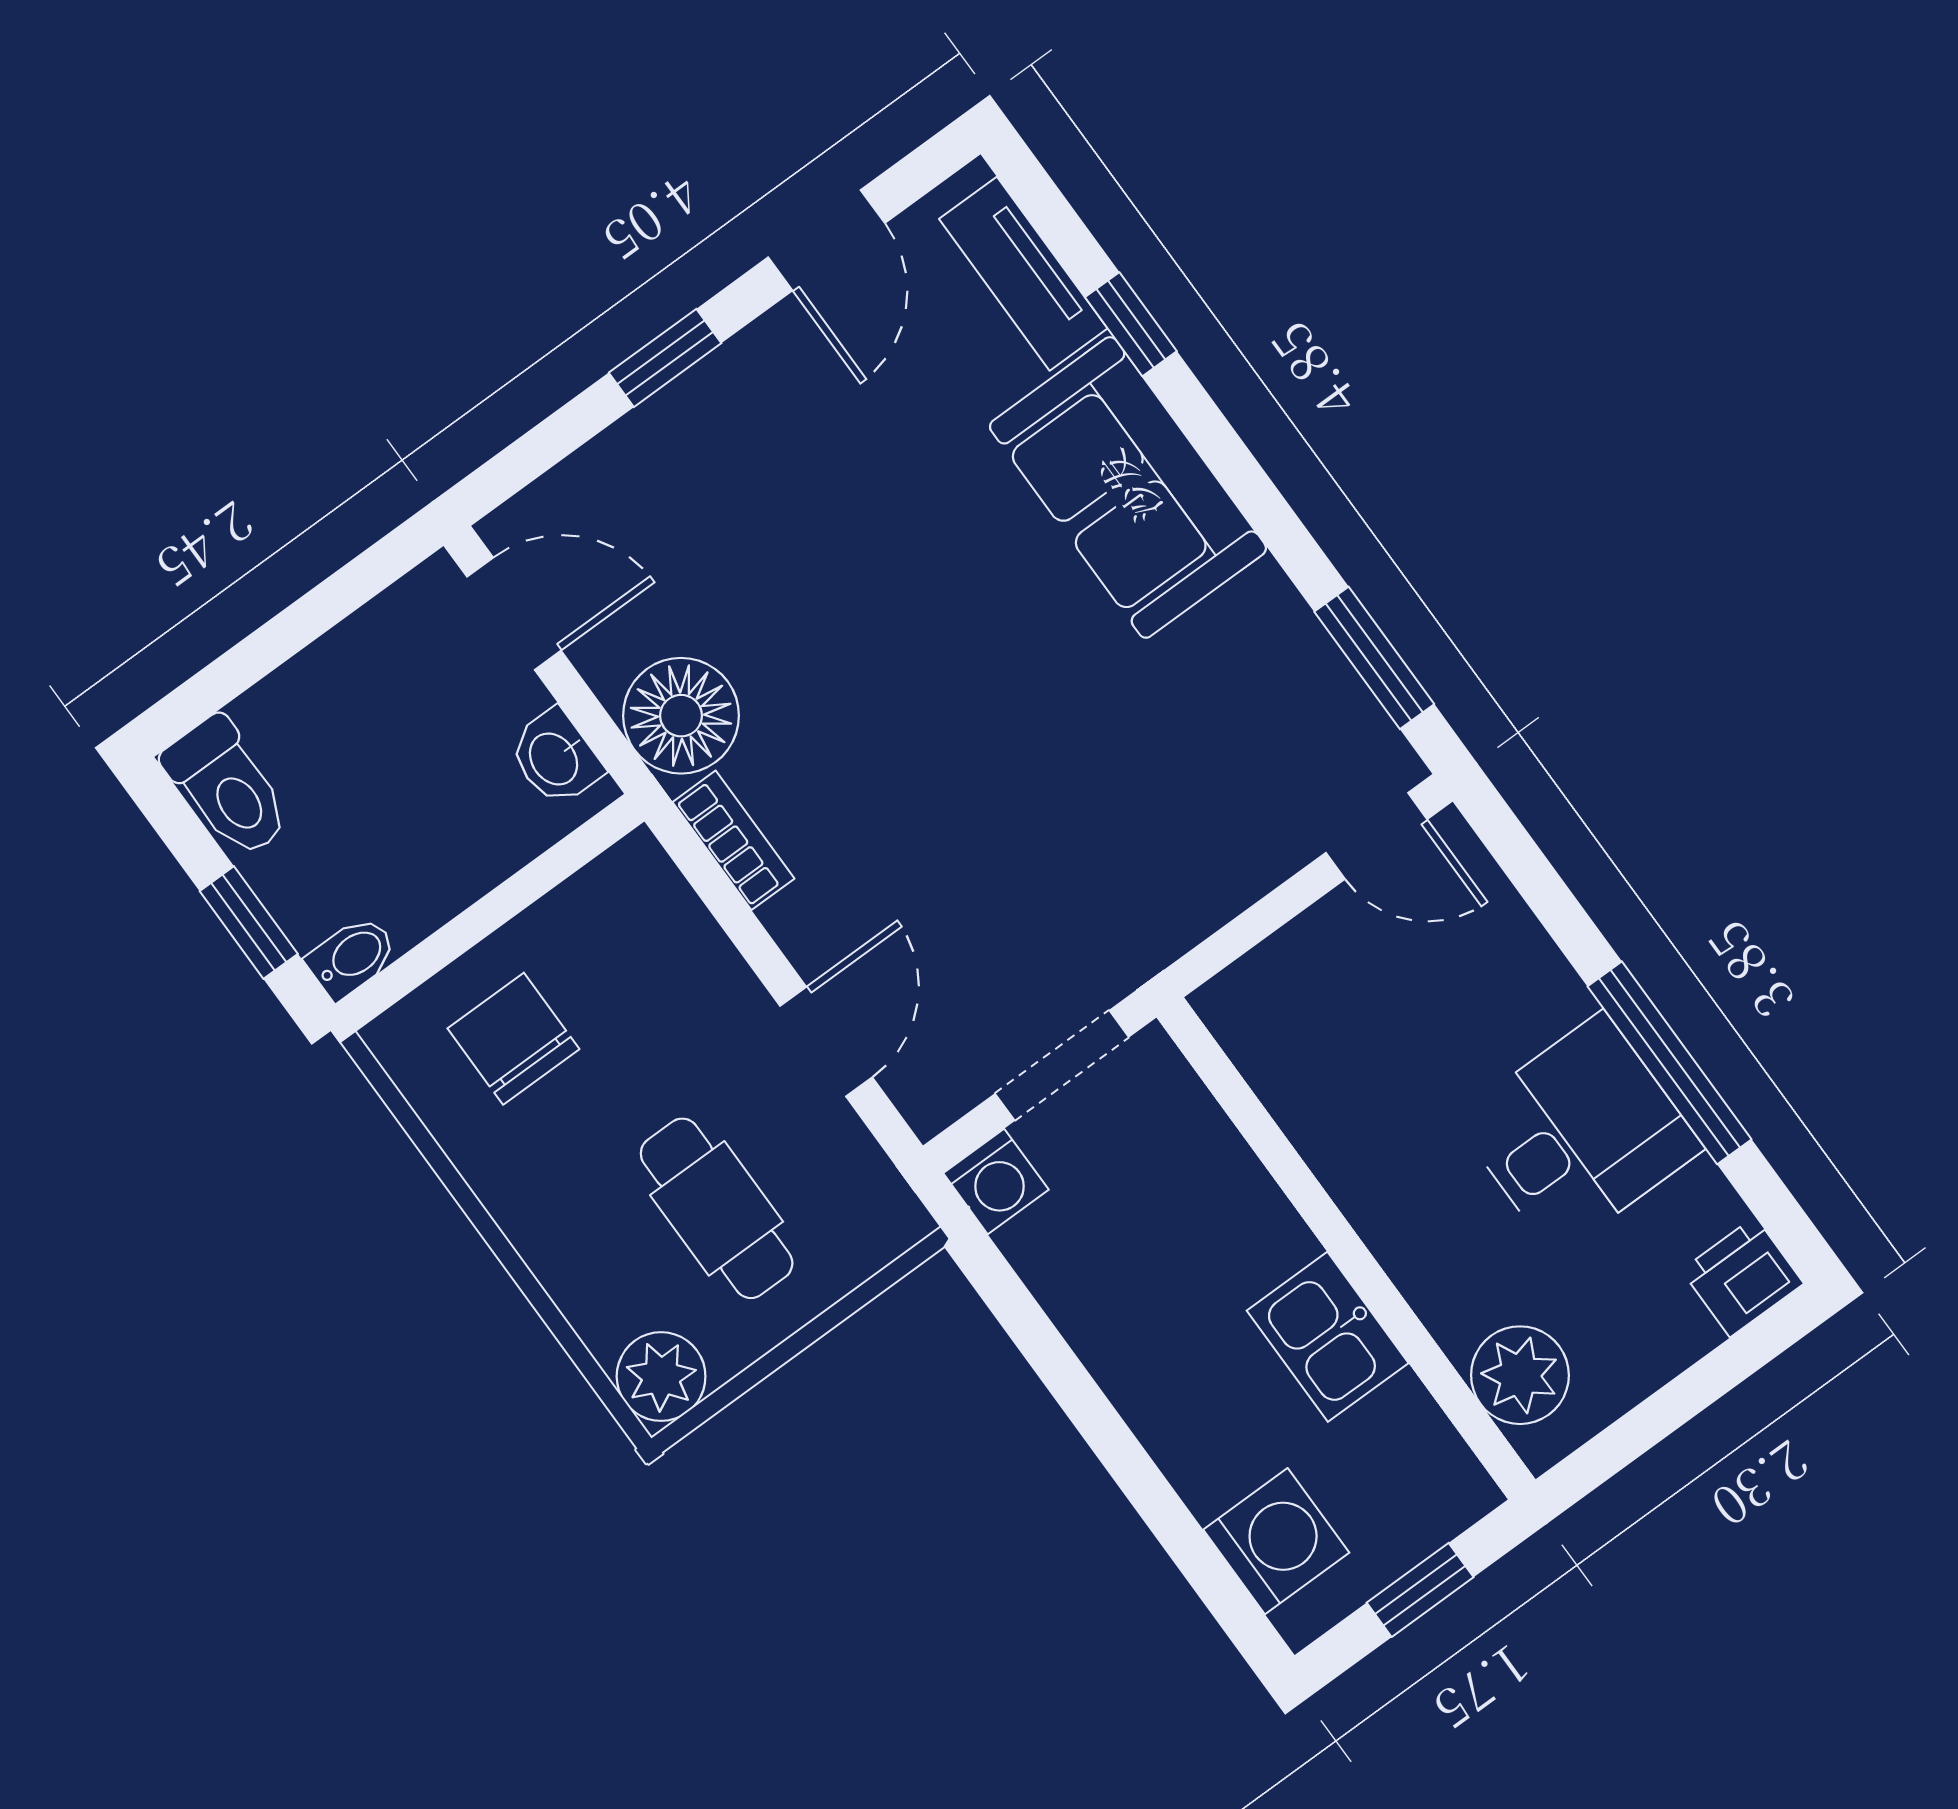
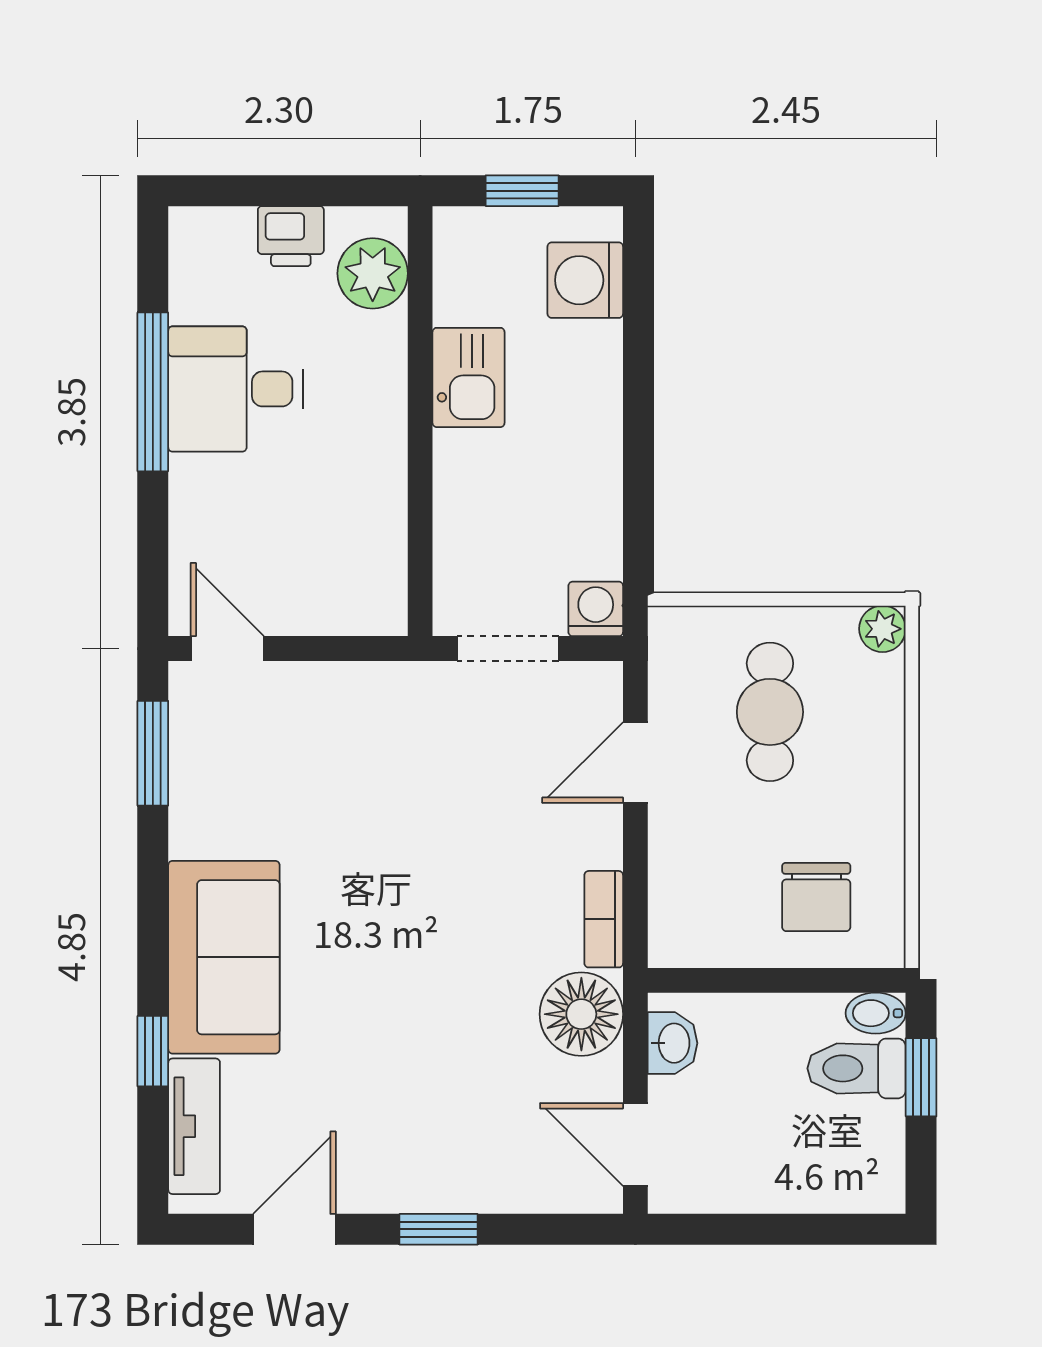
toilet: (228, 788) -> (857, 1068), moved, turned -90
printer: (1742, 1277) -> (291, 236), moved
plant: (661, 1377) -> (882, 629), width x0.73, depth x0.73

